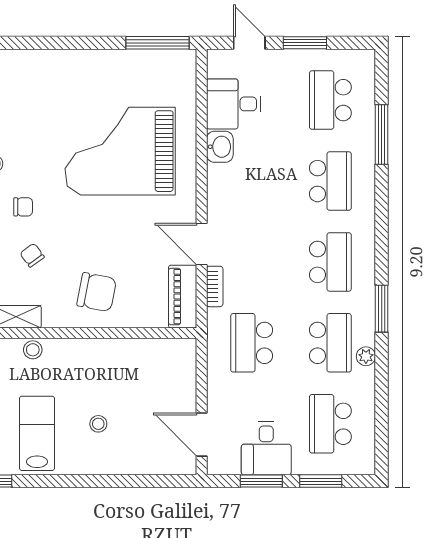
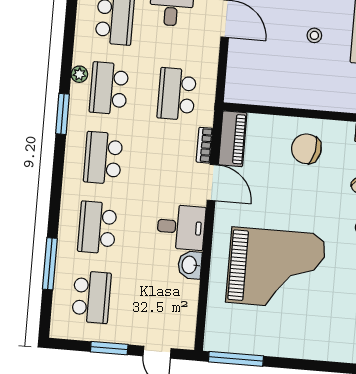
desk: (234, 104) -> (181, 227), moved
school desk: (252, 343) -> (177, 94), turned 180

